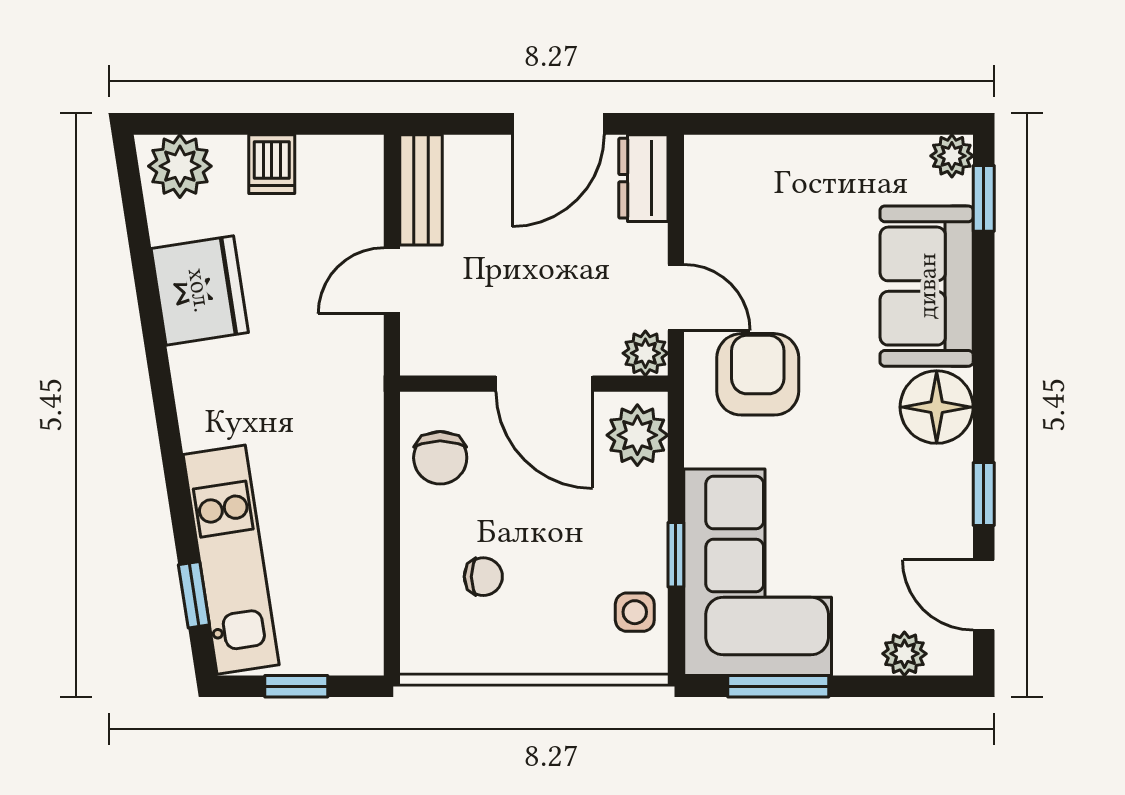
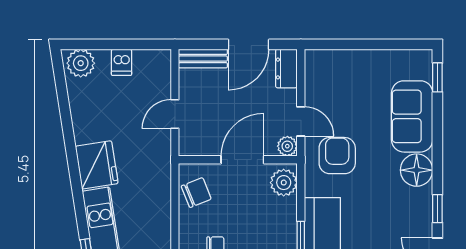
plant: (952, 156) -> (423, 59), removed
bench: (421, 190) -> (203, 59), moved, turned 90
fridge: (200, 290) -> (97, 165), moved
door: (544, 384) -> (242, 160), swing flipped
chair: (440, 458) -> (196, 193), turned -112

